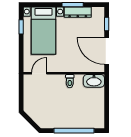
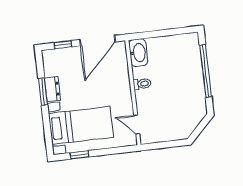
dresser: (78, 12) -> (52, 89), width x0.70

